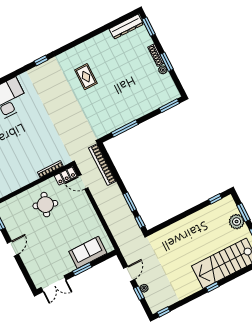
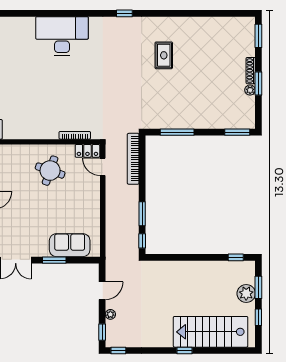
dresser: (126, 27) -> (234, 24), removed
window: (139, 293) -> (102, 332), moved

